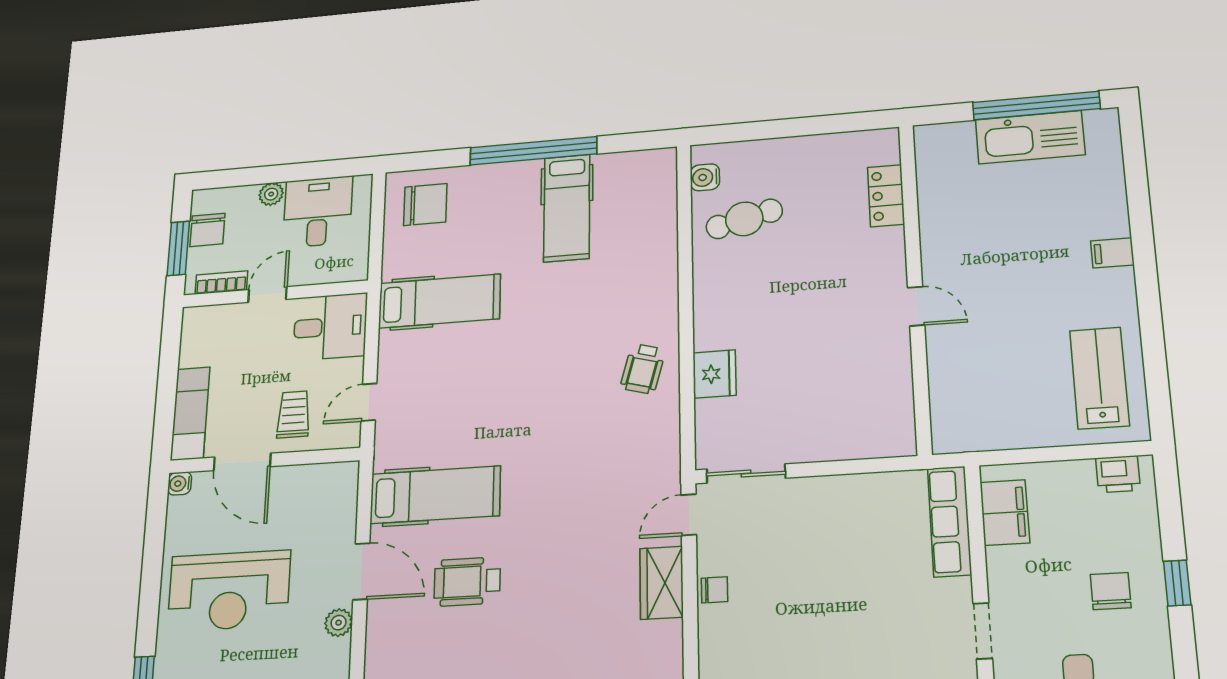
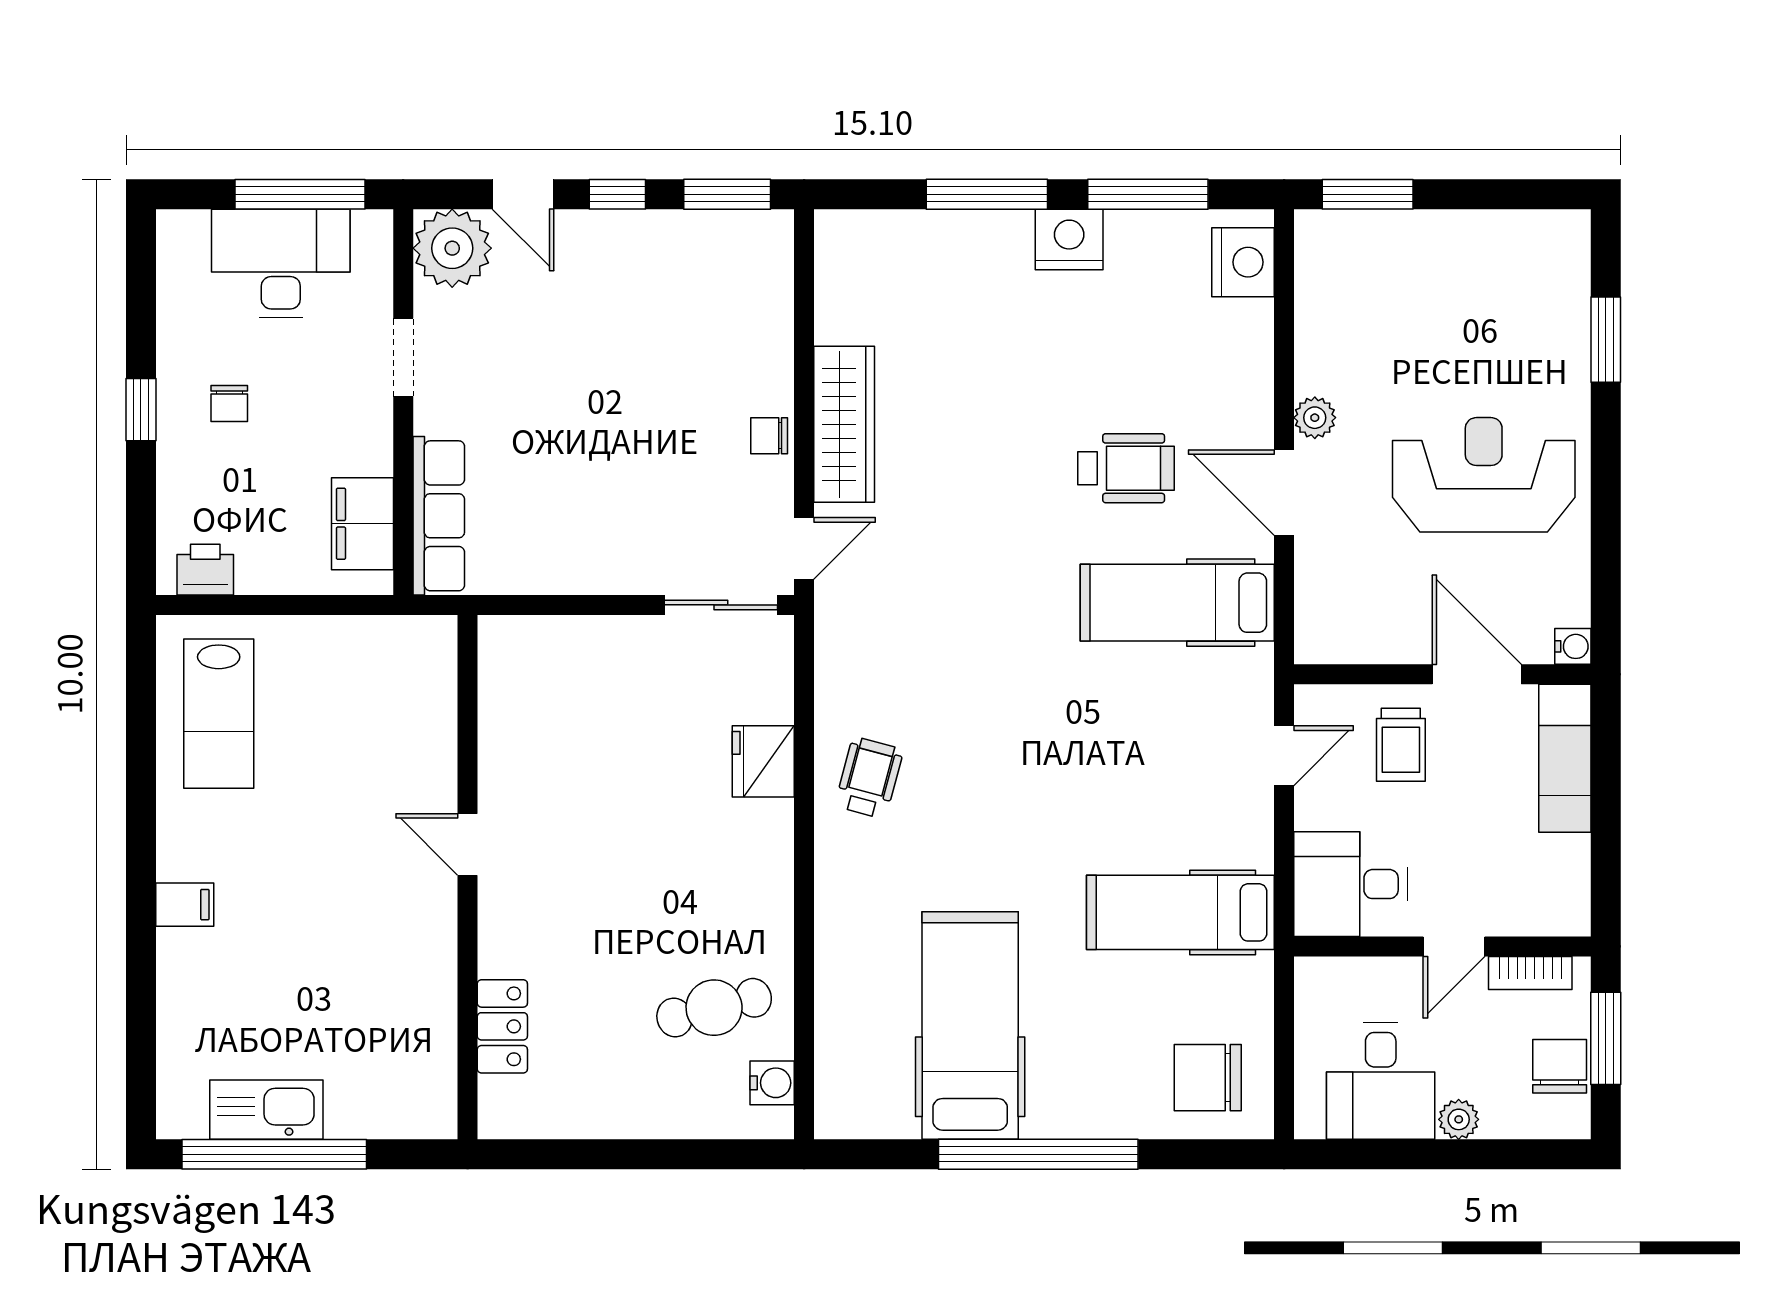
kitchen sink: (1030, 137) -> (266, 1110), width x0.73, depth x0.81
hospital bed: (567, 208) -> (970, 1025), width x1.37, depth x1.29
wardrobe: (662, 583) -> (844, 424), width x1.50
chair: (1111, 591) -> (229, 403), width x0.73, depth x0.73

